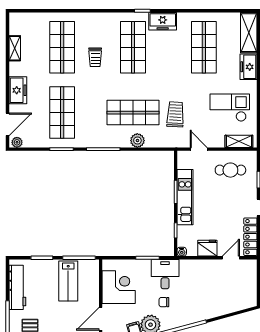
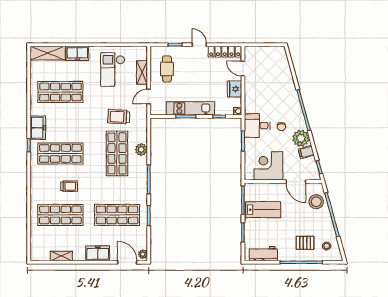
shelving: (239, 141) -> (142, 72), moved
workbench: (17, 287) -> (263, 254), width x0.73

